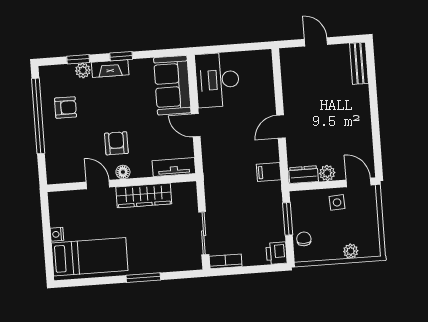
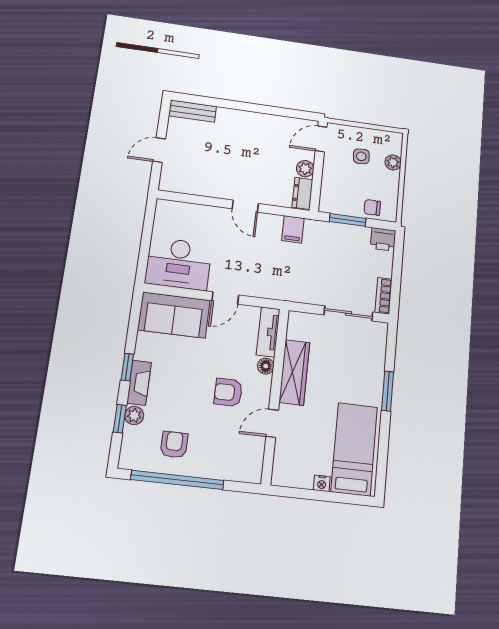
floor lamp: (123, 172) -> (266, 366), moved
side table: (337, 202) -> (361, 156), moved

